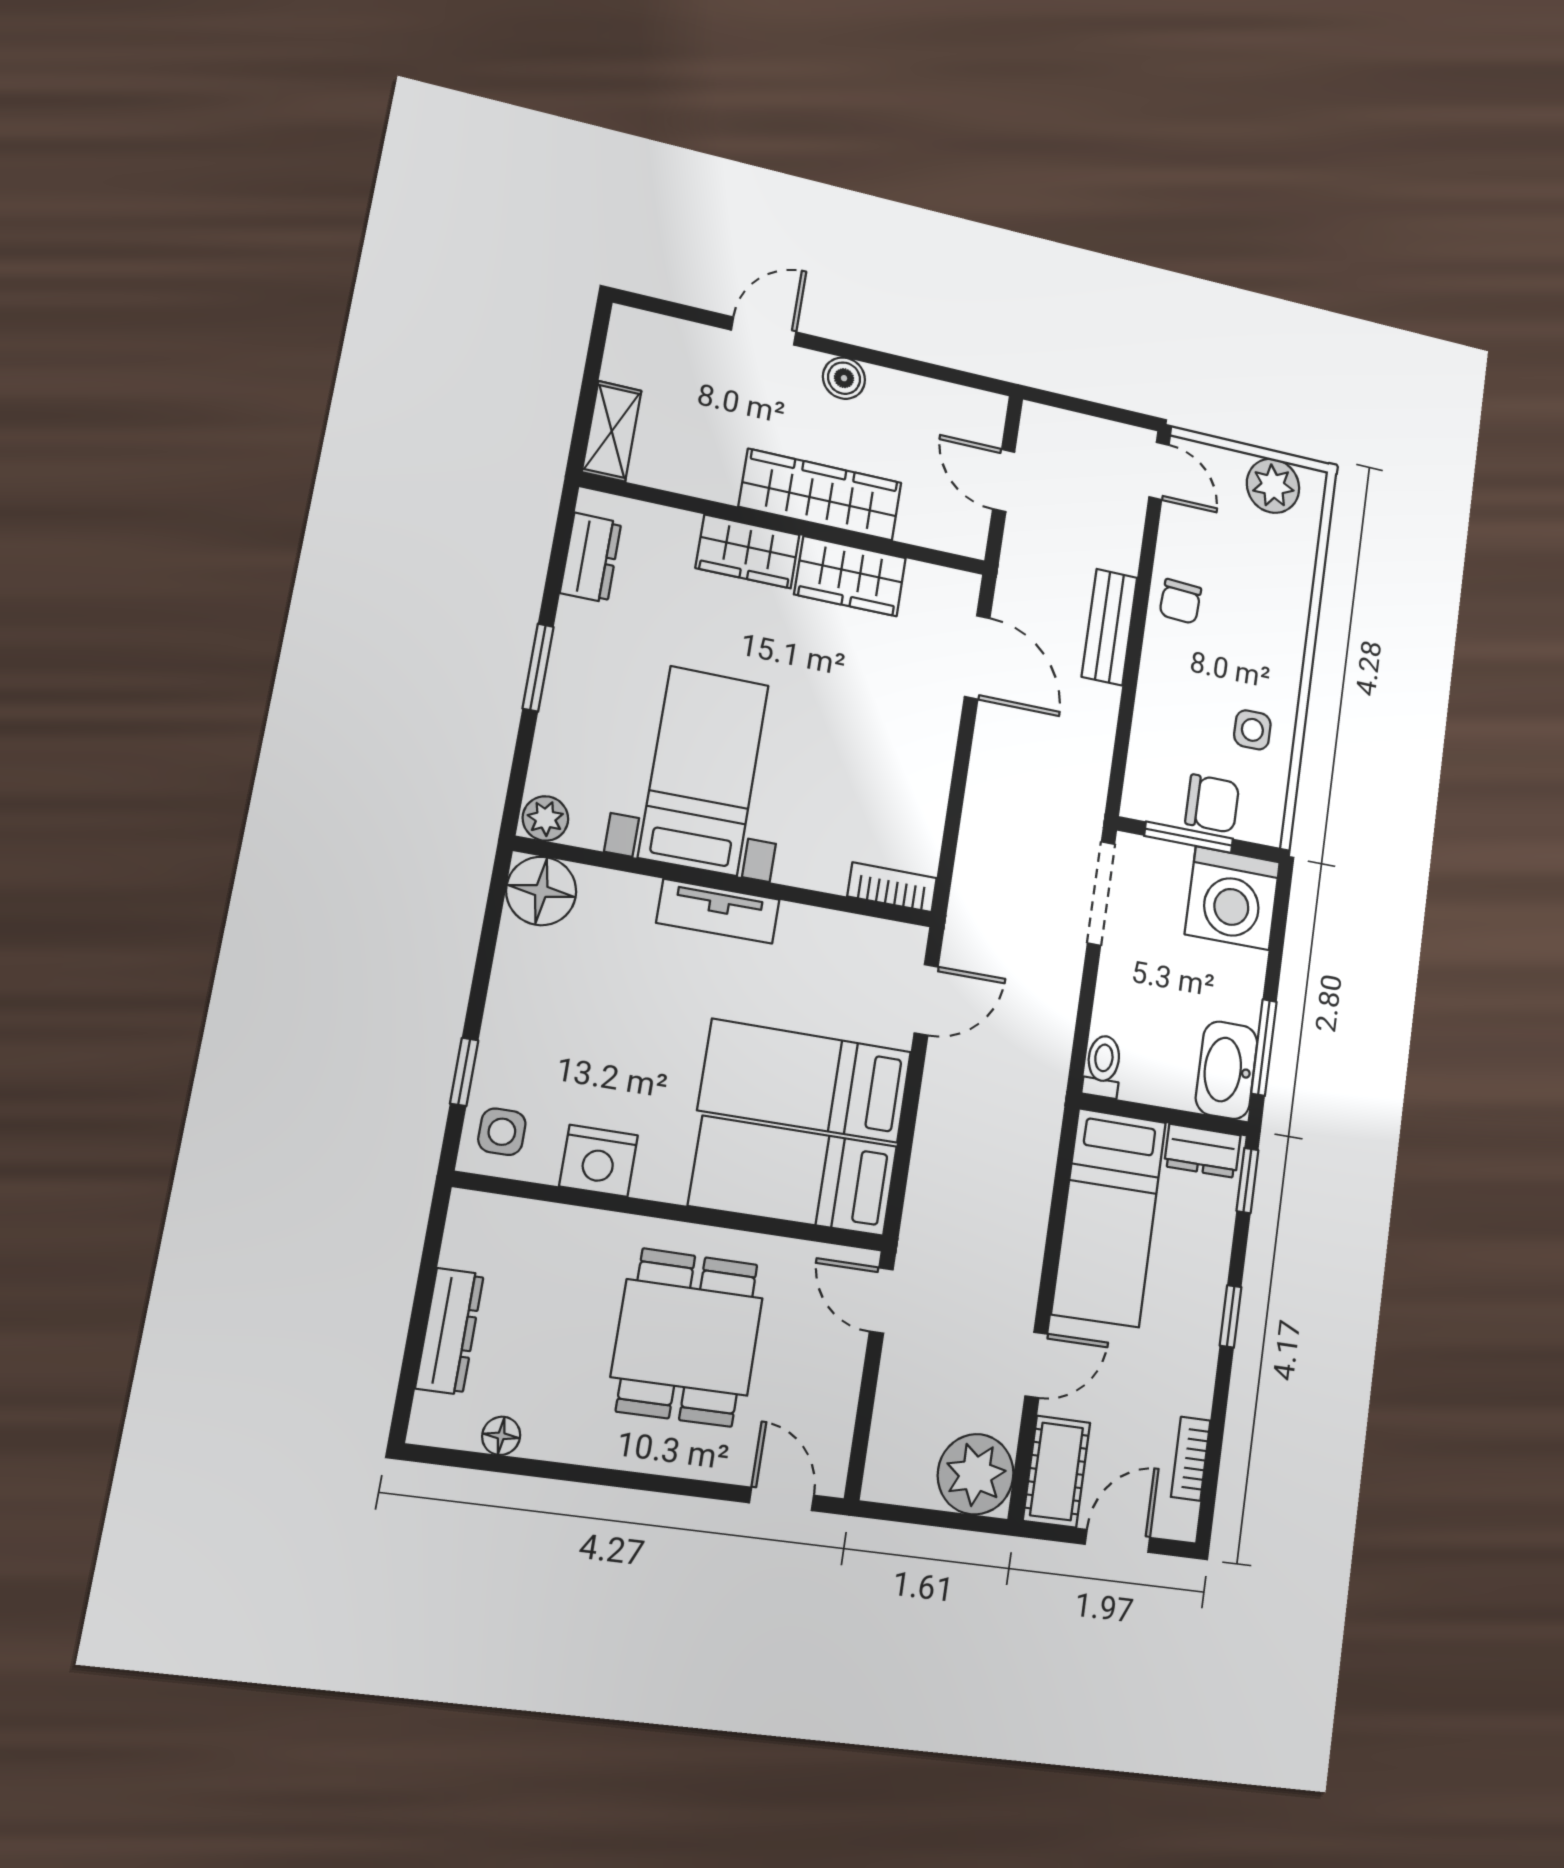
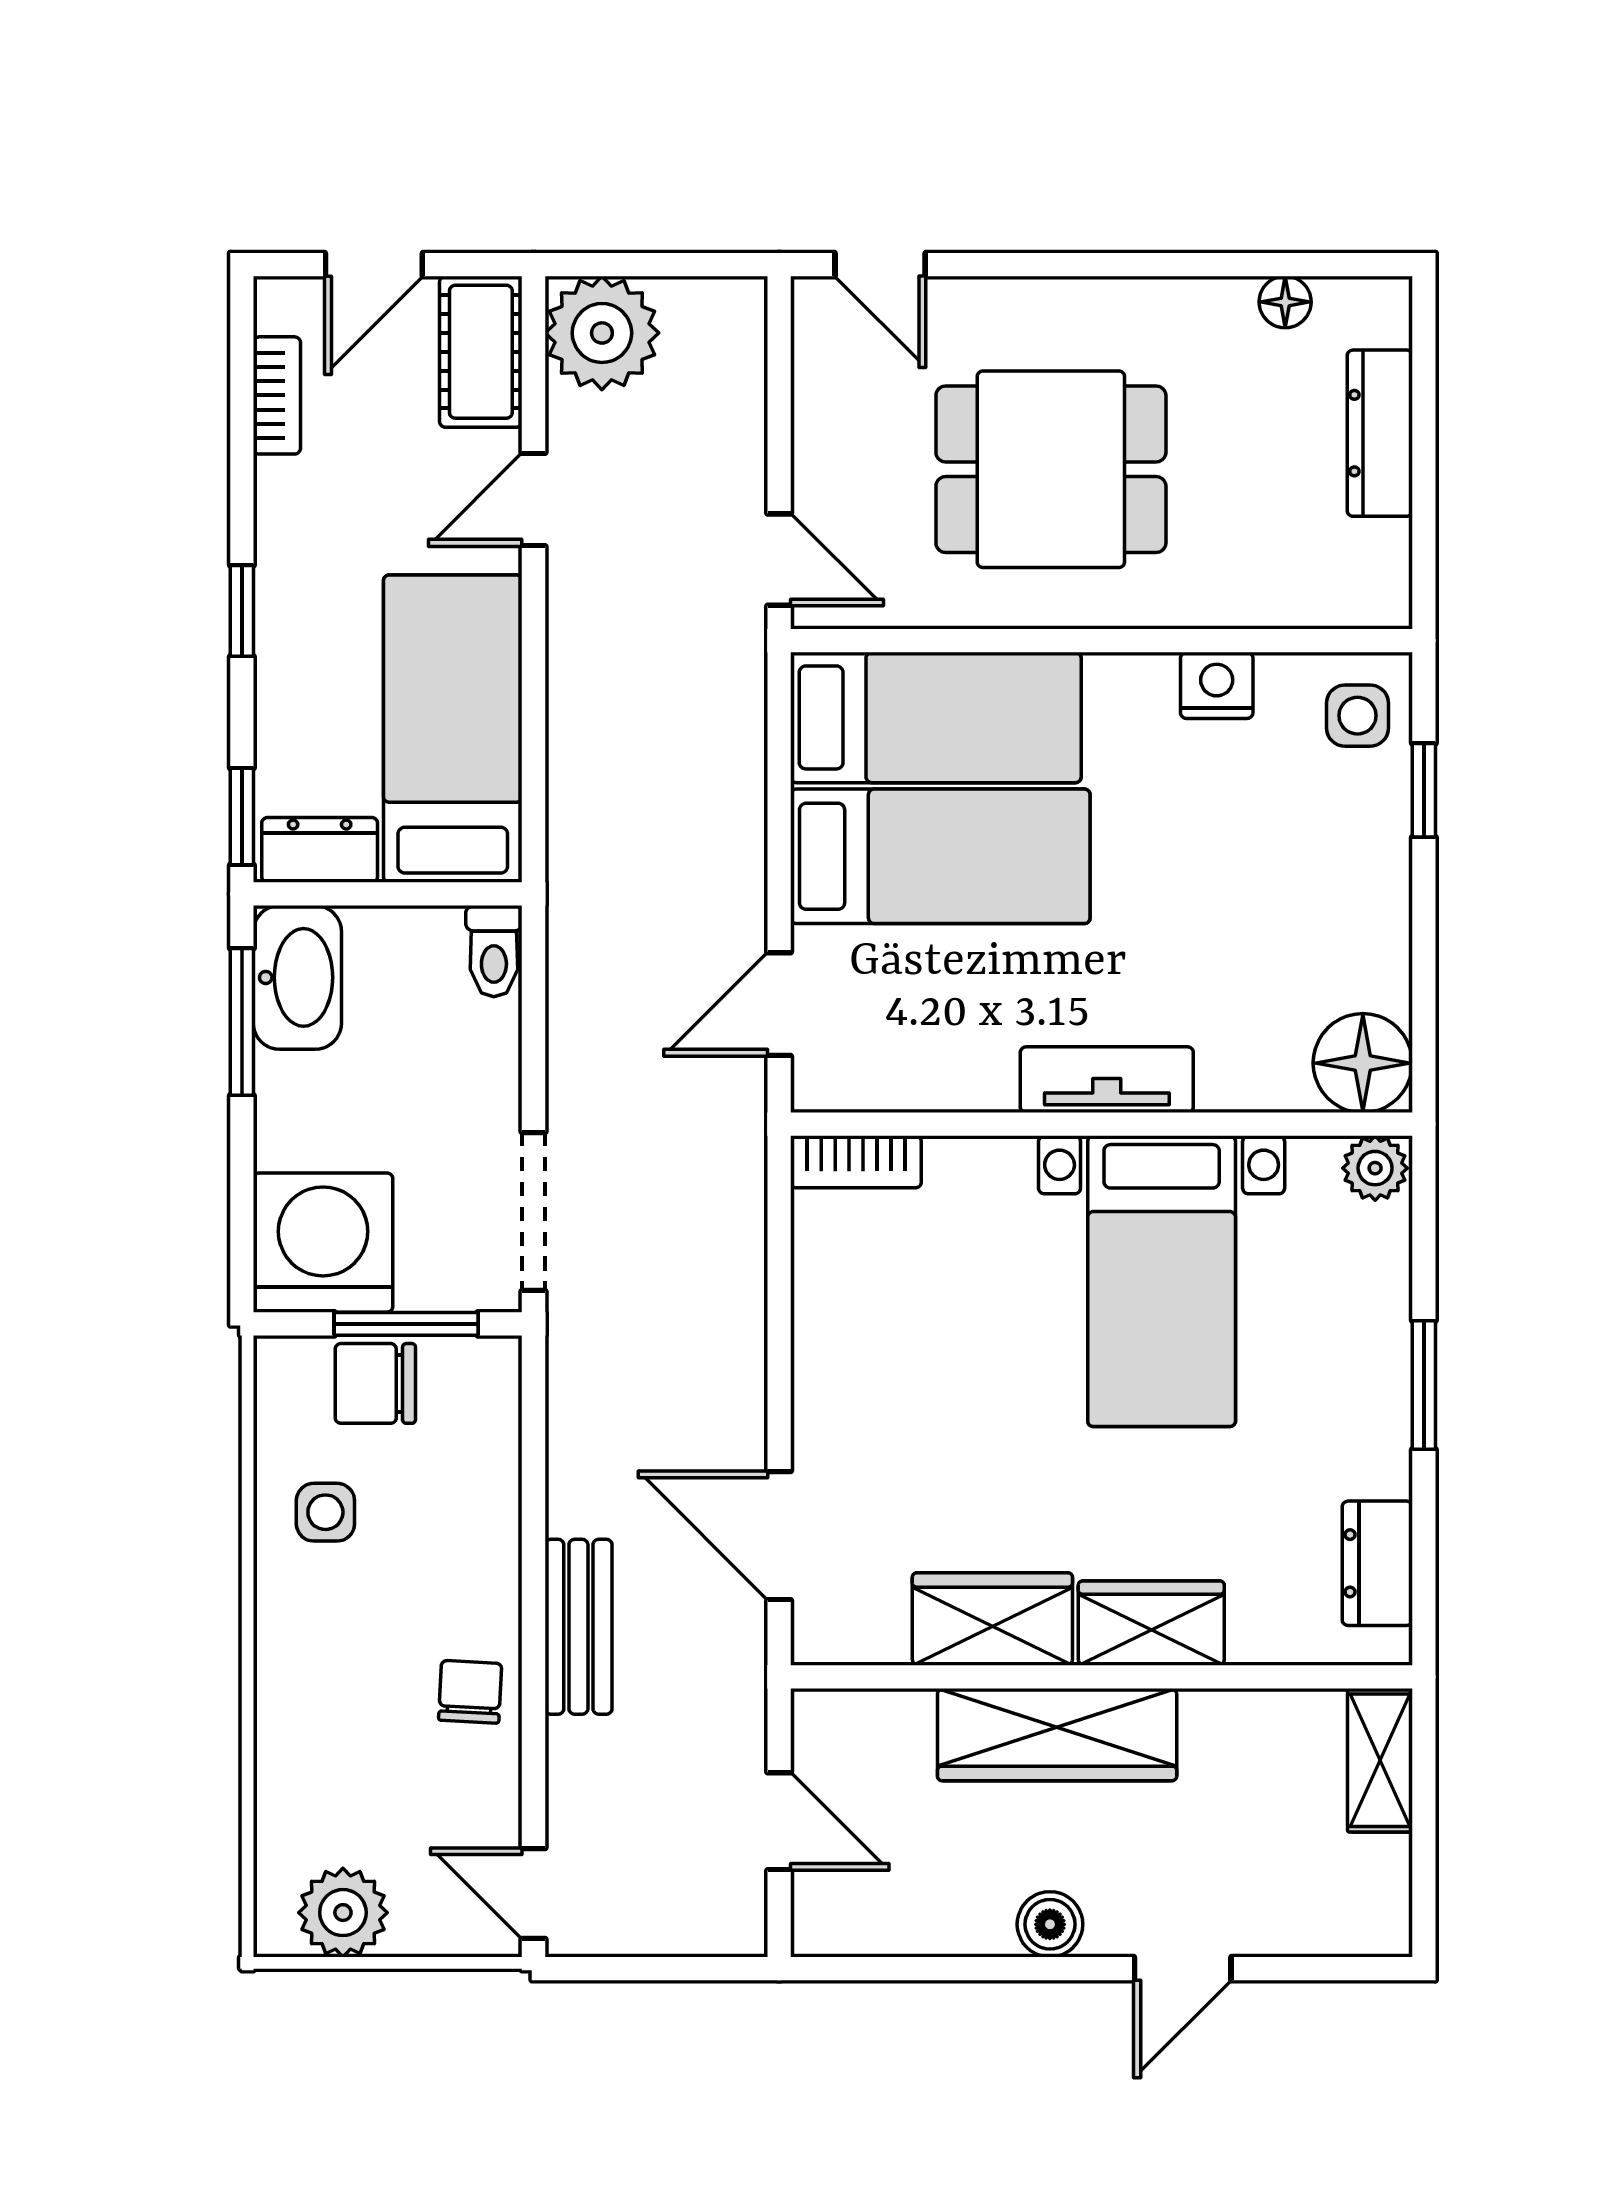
nightstand: (599, 1161) -> (1217, 685), width x0.74, depth x0.75
dining table: (687, 1337) -> (1051, 469), turned 90

